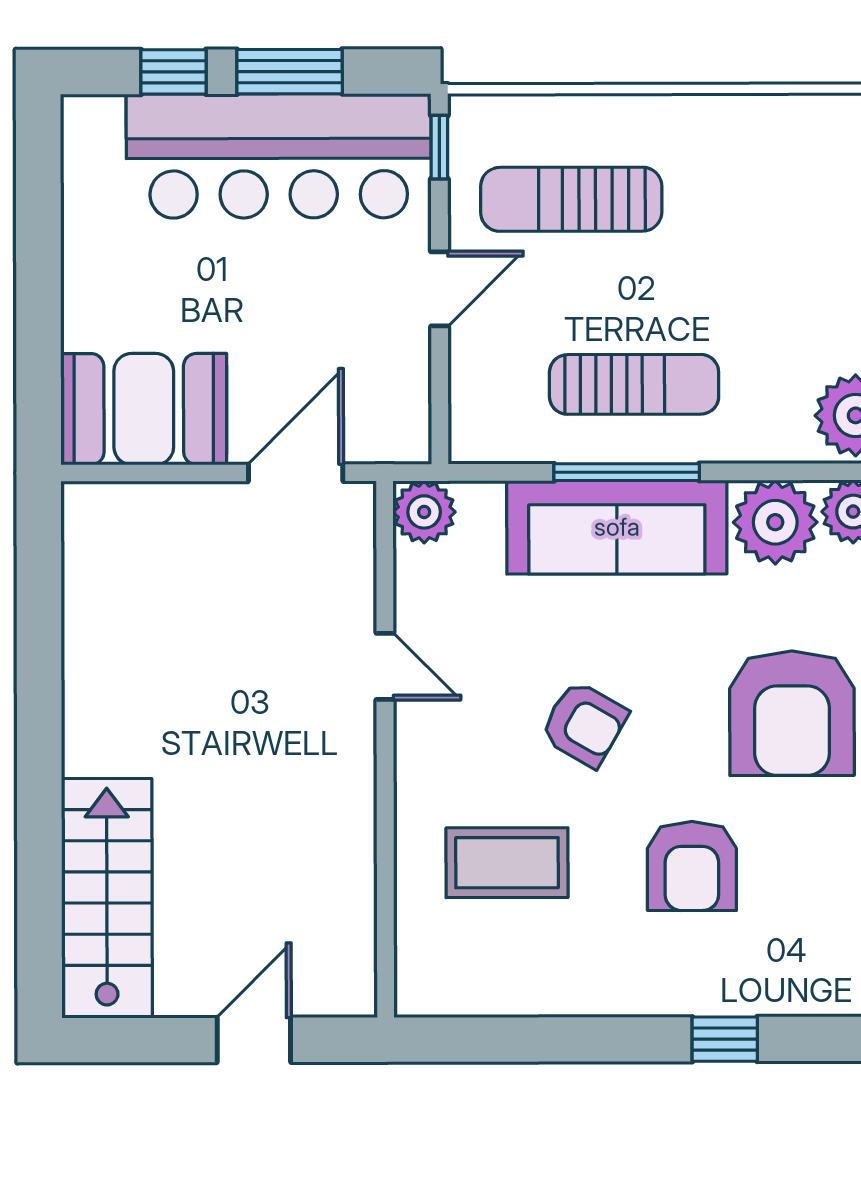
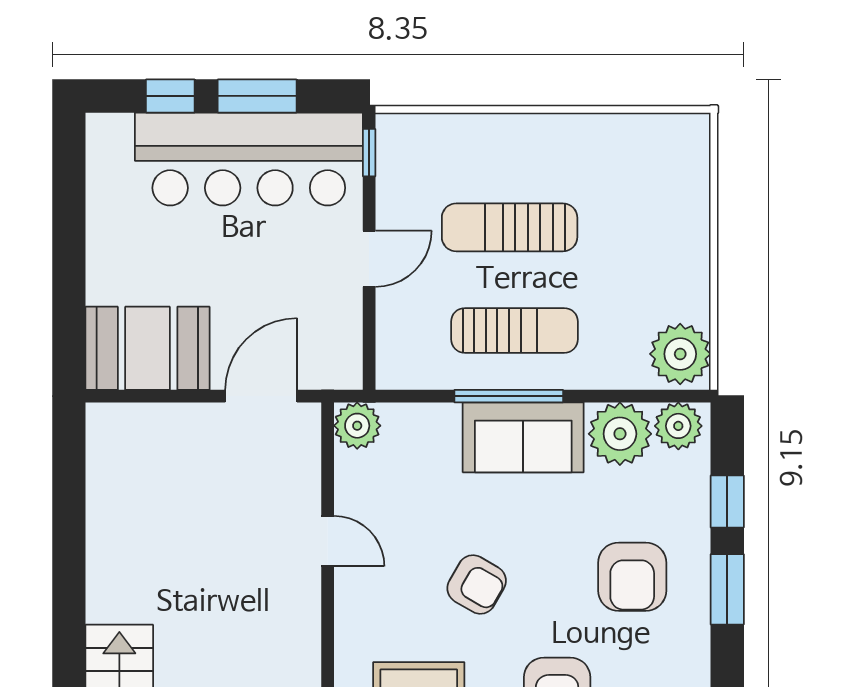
sun lounger: (571, 199) -> (510, 227), moved
sofa: (617, 527) -> (523, 437), width x0.73
armchair: (792, 713) -> (632, 577), width x0.73, depth x0.73

